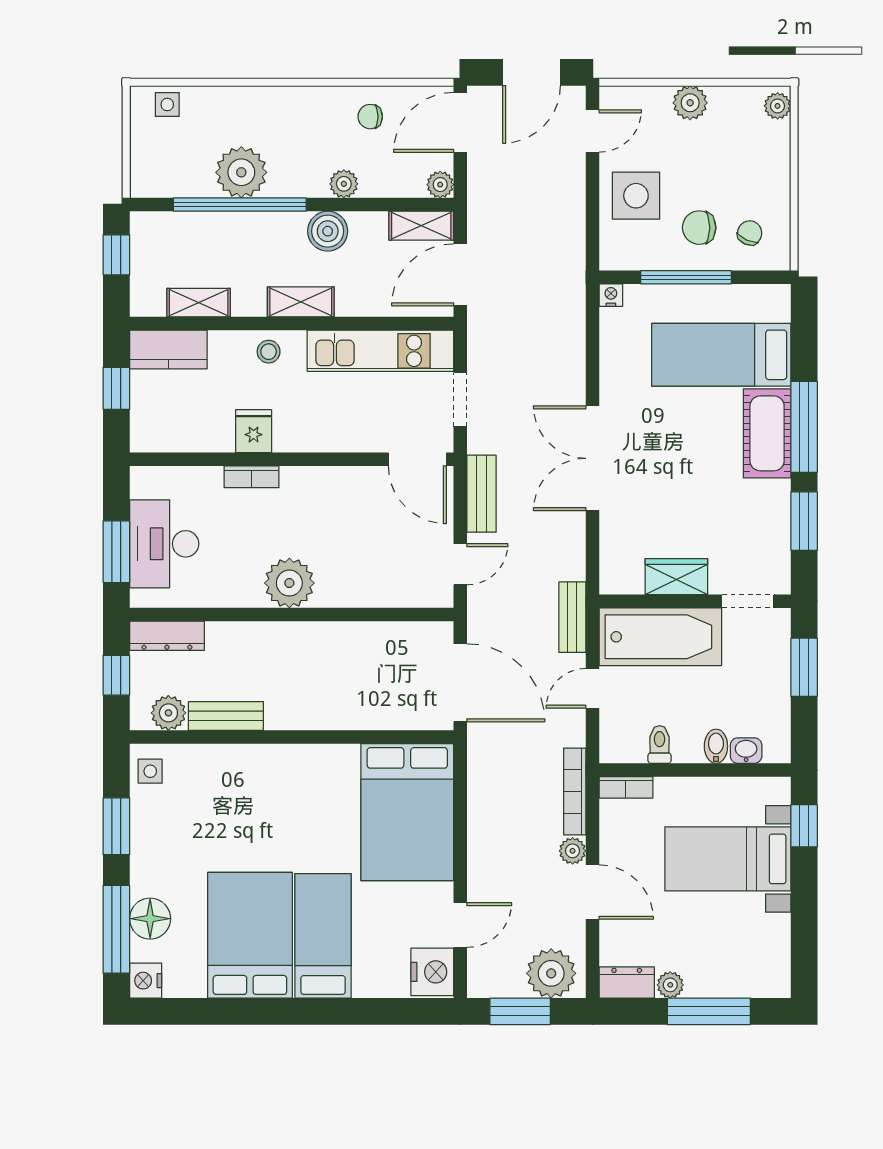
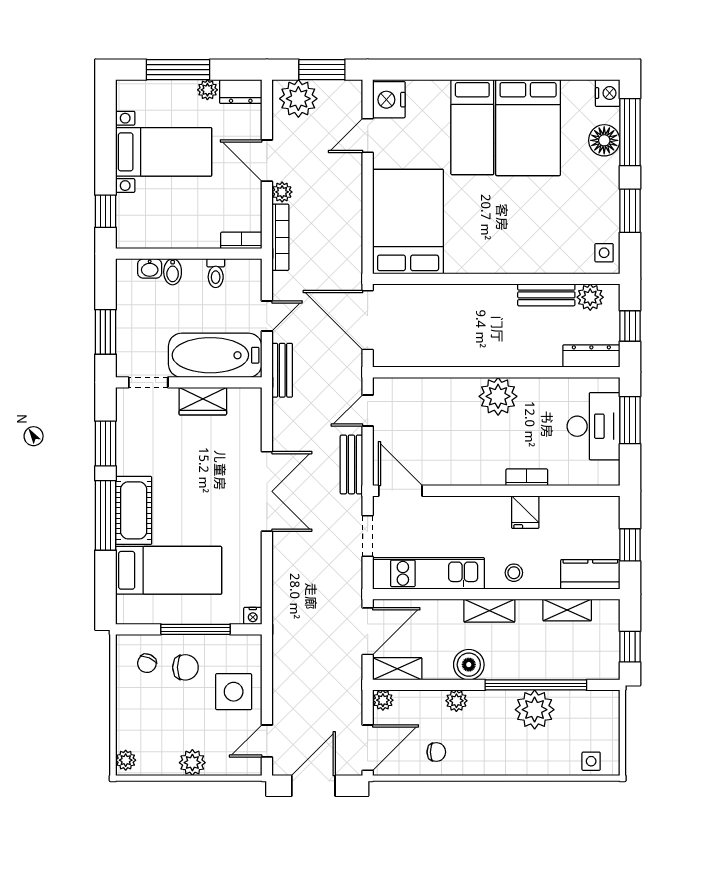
bed with nightstands: (728, 859) -> (164, 152), moved

